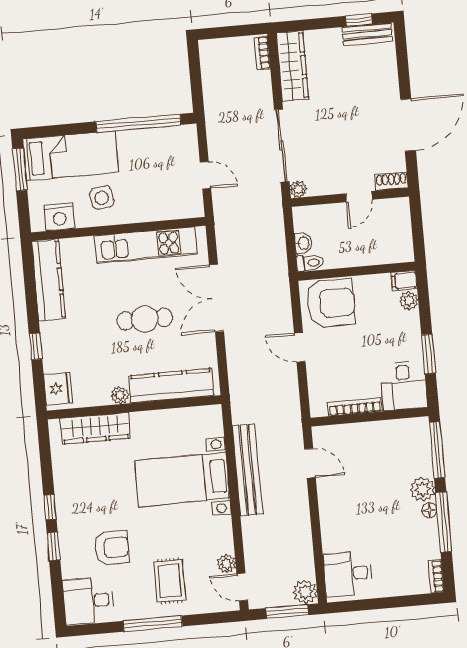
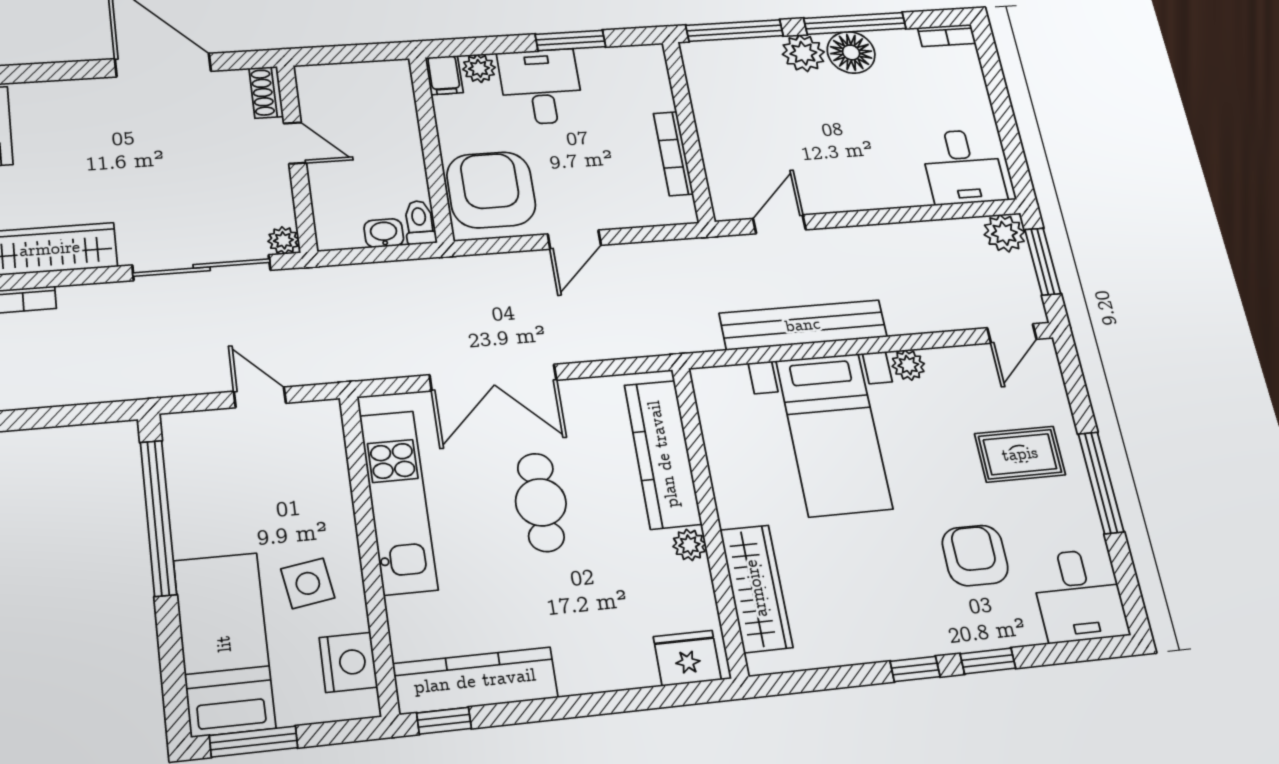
door: (205, 175) -> (260, 397), hinge flipped
window: (36, 346) -> (444, 721), moved
desk: (404, 386) -> (541, 87), moved, turned -90
floor lamp: (429, 510) -> (851, 52), width x1.89, depth x1.89
plant: (226, 563) -> (908, 365), moved

